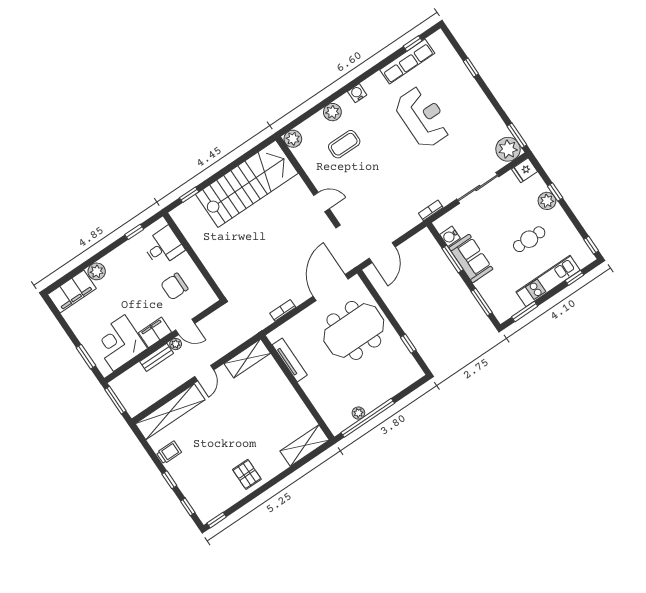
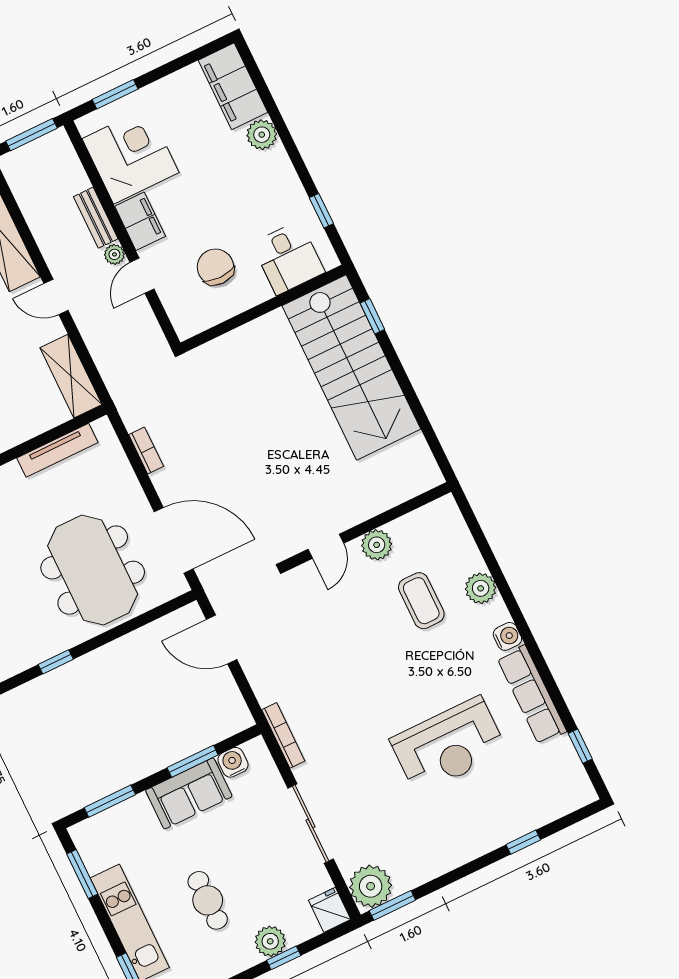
row of seats: (407, 61) -> (532, 695), moved
plant: (293, 139) -> (377, 545), moved
stairs: (247, 184) -> (351, 367), moved
bookcase: (431, 210) -> (283, 735), width x1.56

